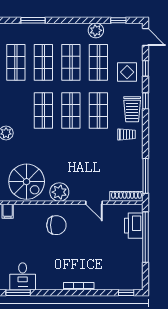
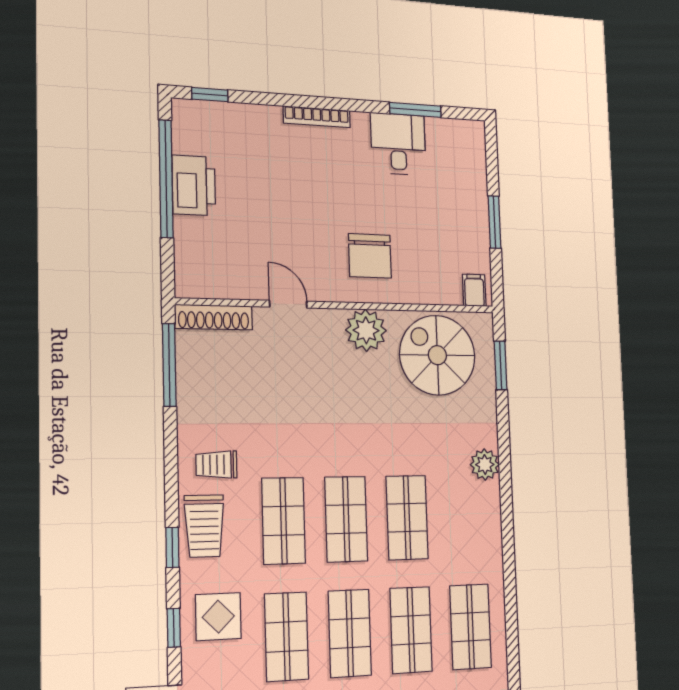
trolley: (132, 109) -> (204, 526), turned 180
chair: (56, 225) -> (370, 256), turned -90
printer: (134, 226) -> (194, 185), moved
window: (145, 237) -> (166, 179), moved
desk: (23, 276) -> (398, 144), moved
window: (18, 293) -> (415, 110), moved

